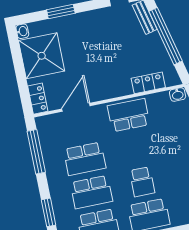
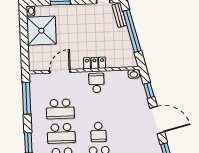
locker: (148, 83) -> (95, 63), moved
locker: (38, 99) -> (34, 61), removed
school desk: (129, 115) -> (96, 83), width x0.54

